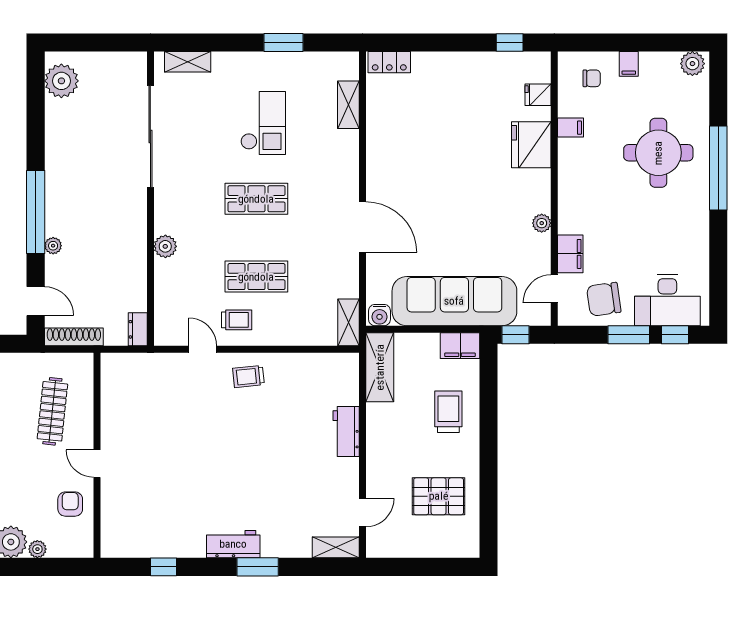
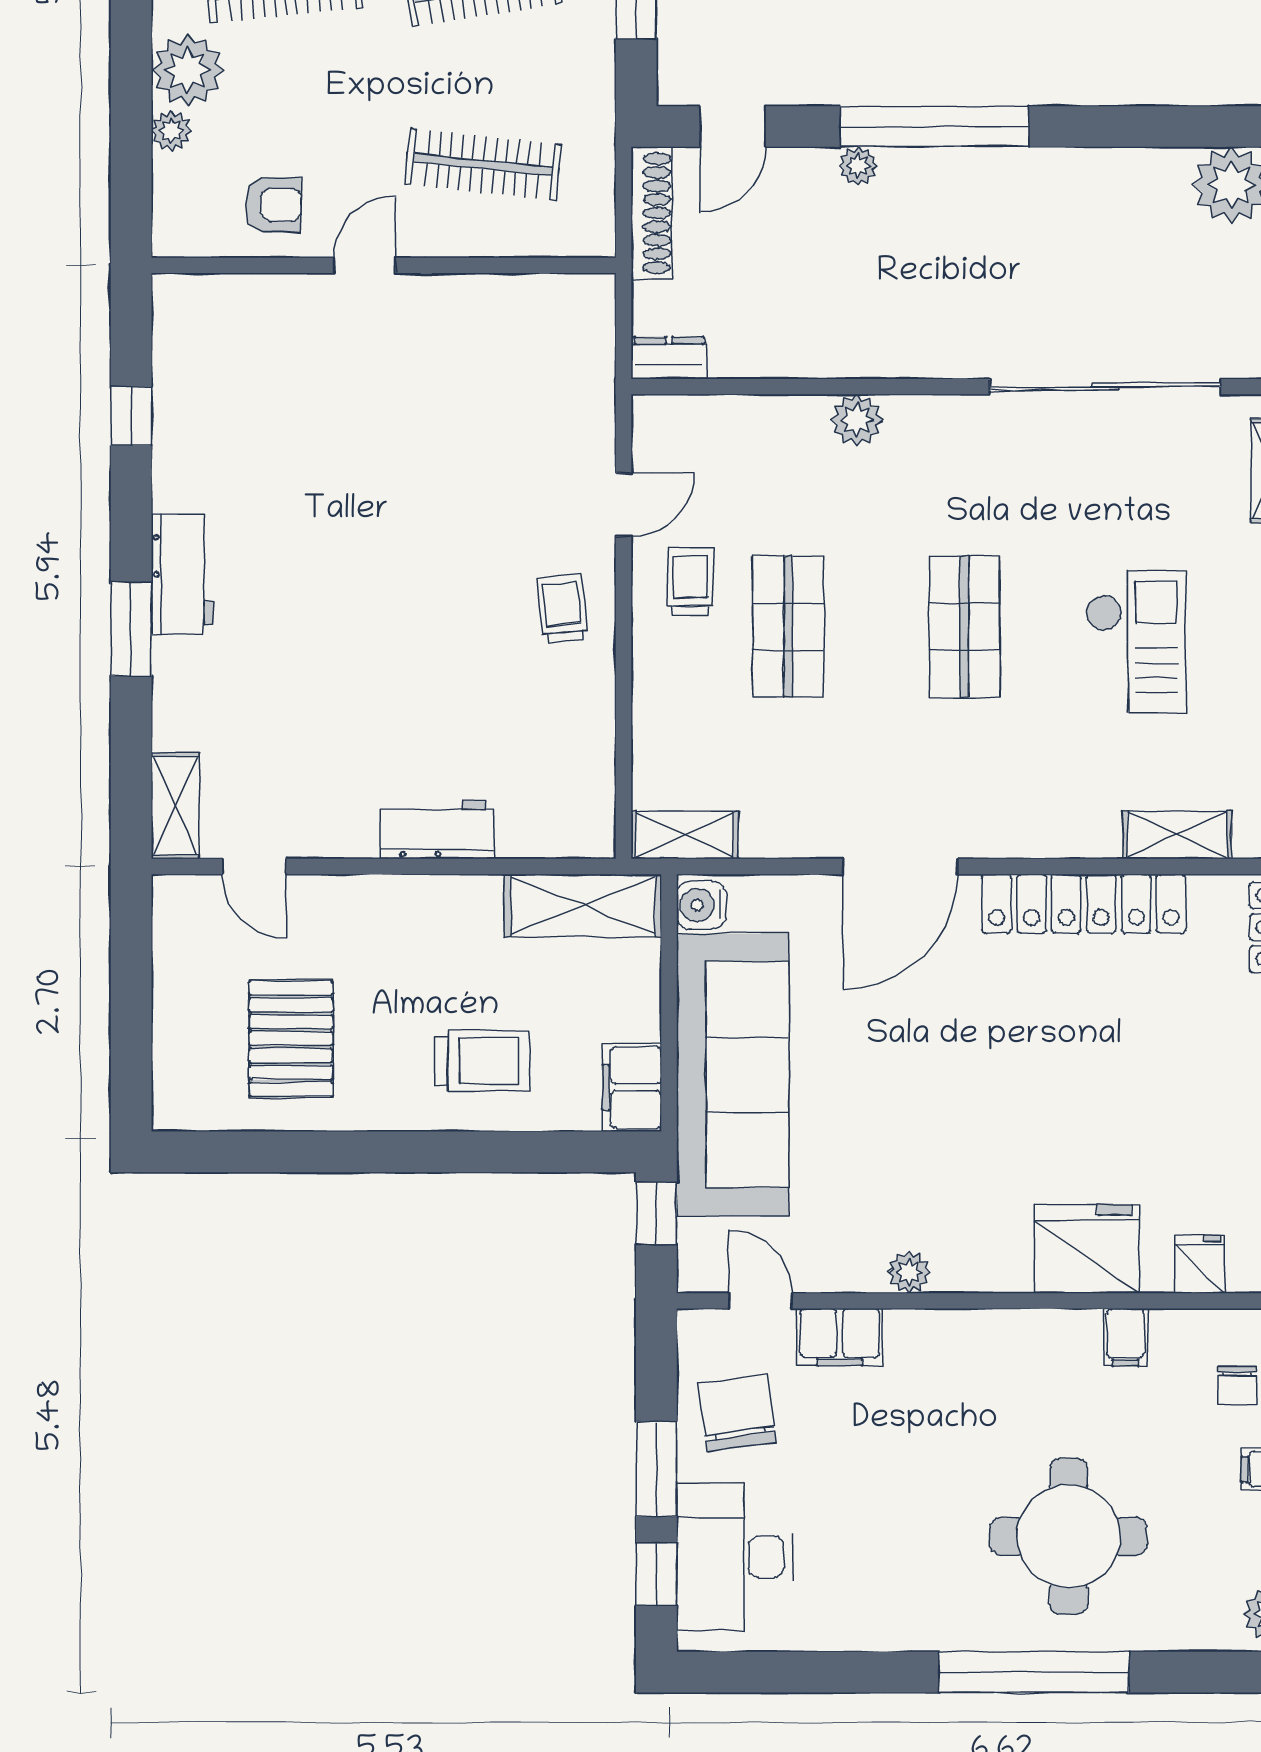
checkout: (263, 123) -> (1136, 641), turned -90
locker: (379, 146) -> (1084, 904), added
trolley: (237, 320) -> (690, 582), turned 180

